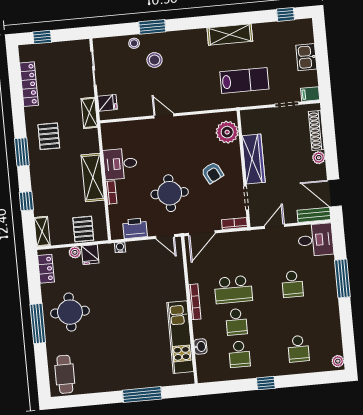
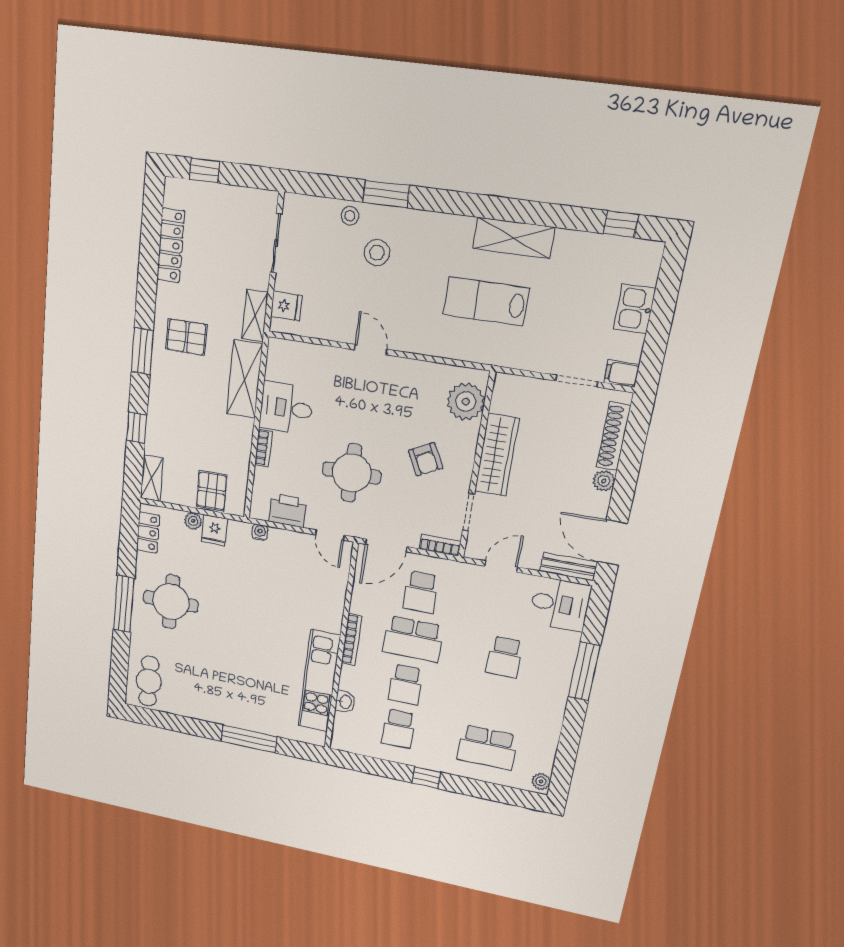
lab bench: (244, 80) -> (486, 301), moved, turned 180
pallet: (49, 136) -> (186, 337), turned 90
shelving: (93, 178) -> (244, 379), moved
school desk: (230, 257) -> (421, 592), added
school desk: (298, 349) -> (487, 747), width x1.85

